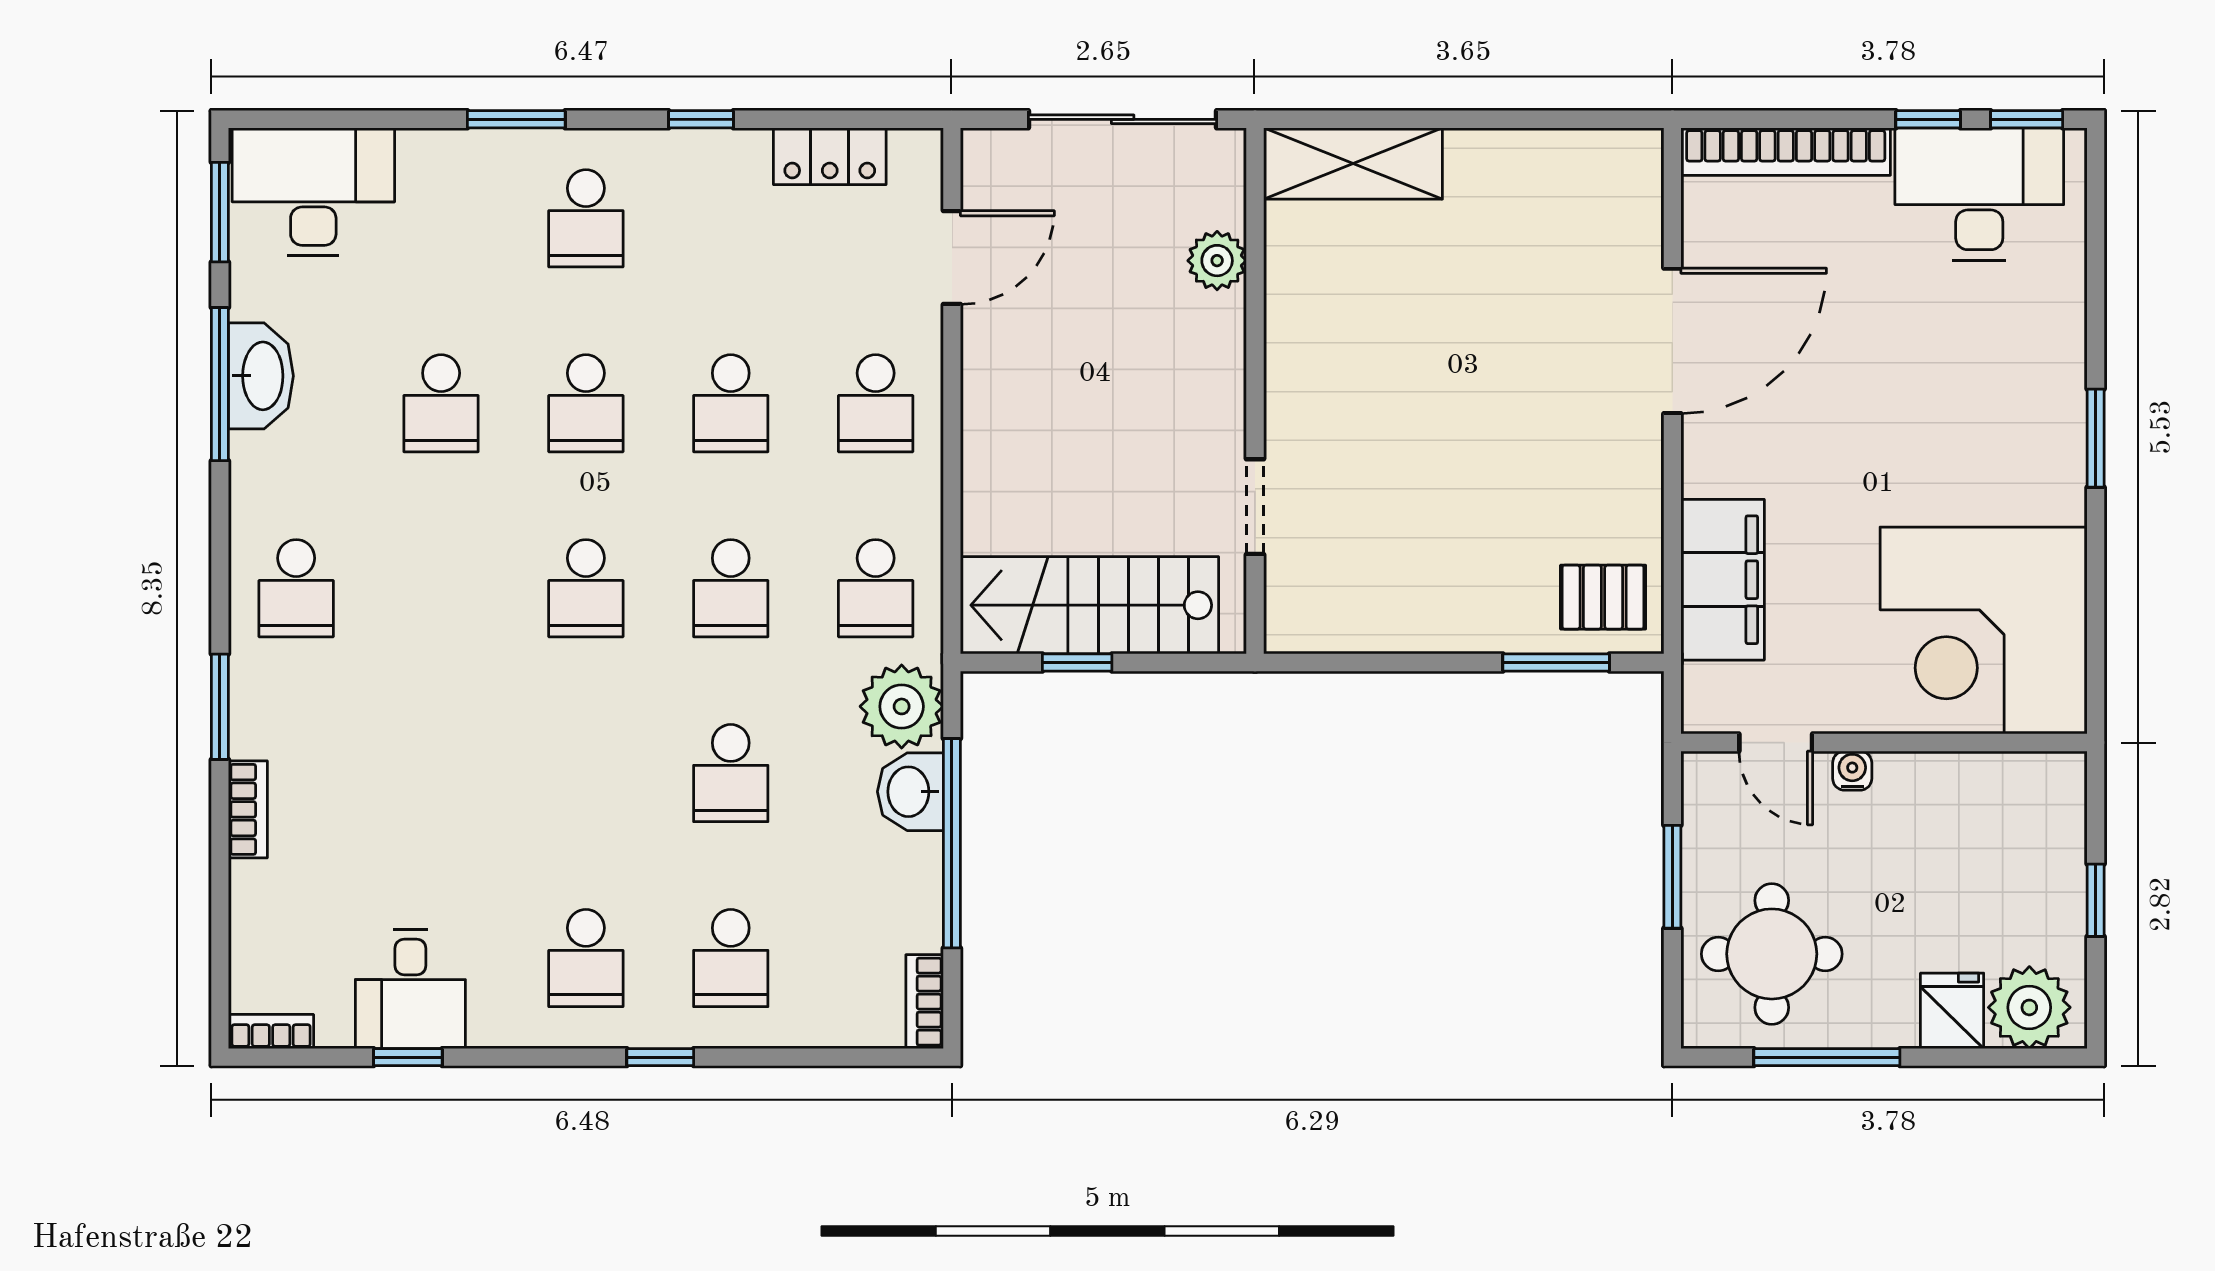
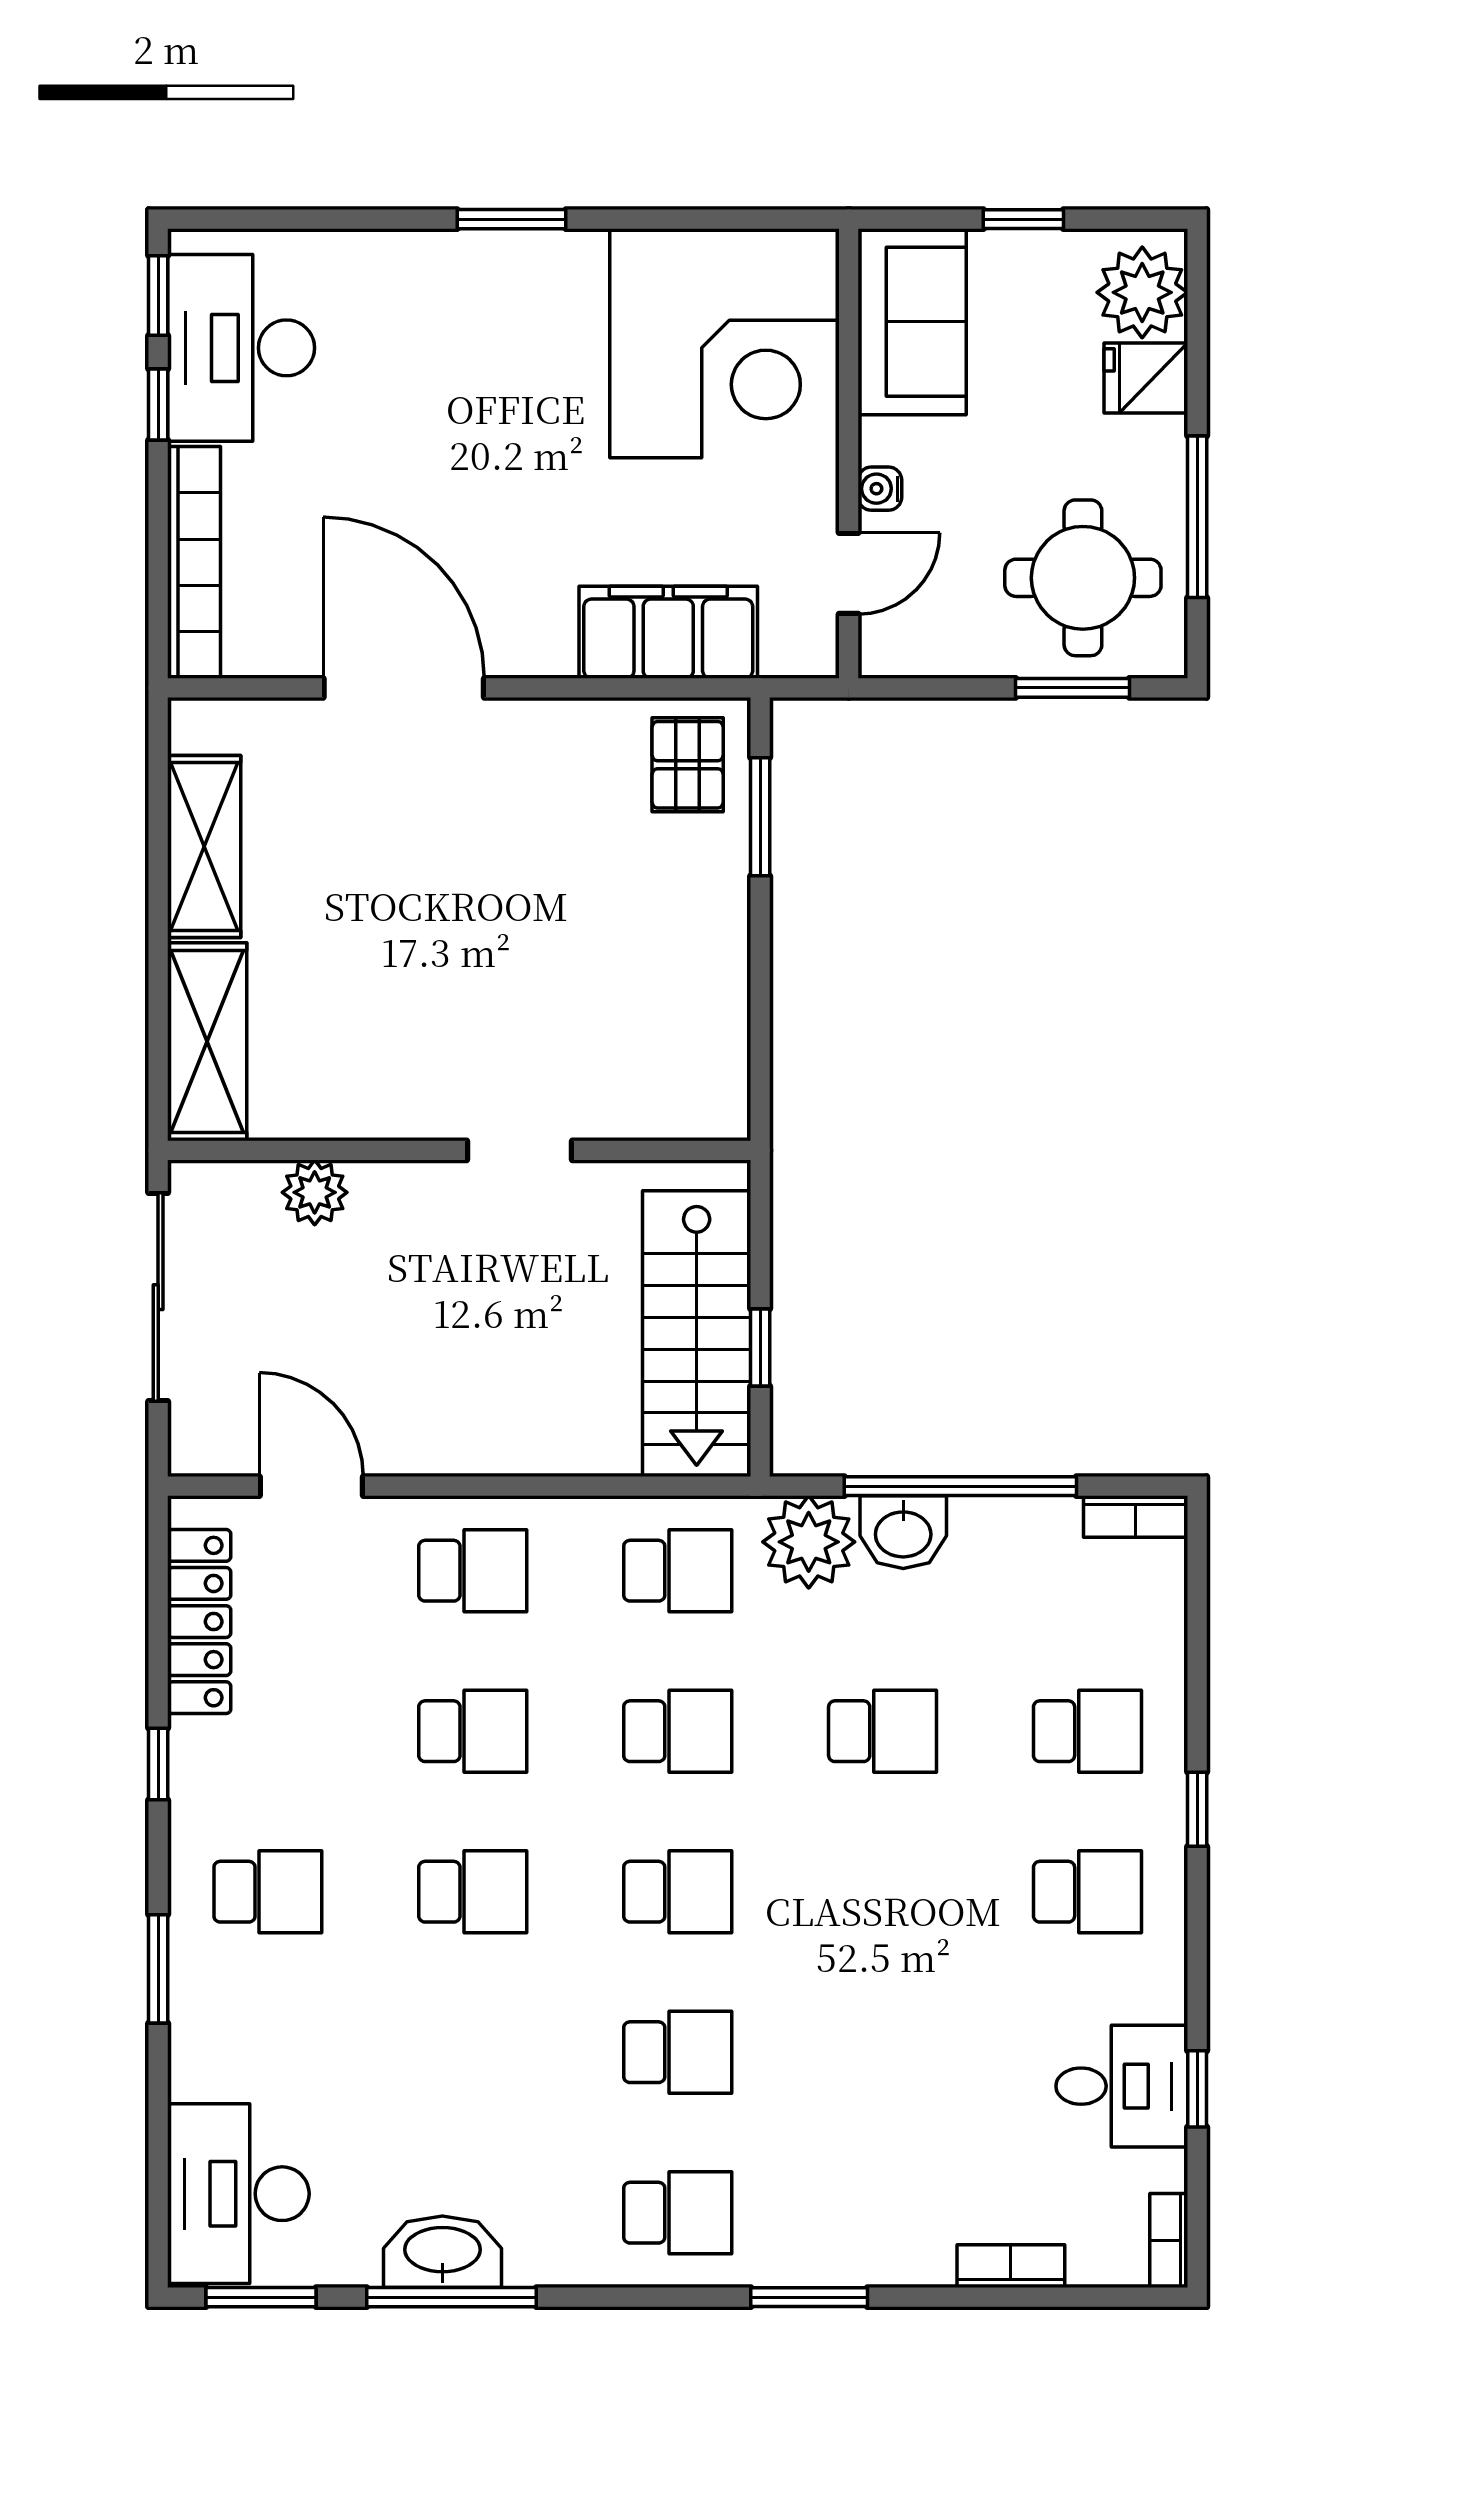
locker: (830, 156) -> (199, 1622), width x1.53
shelving: (1529, 161) -> (204, 847), added
school desk: (441, 403) -> (678, 2052), moved
doorway: (1255, 507) -> (520, 1150), moved
sofa: (2003, 800) -> (912, 322), added
bookcase: (248, 809) -> (1011, 2266), moved
window: (1672, 877) -> (1072, 688), moved

